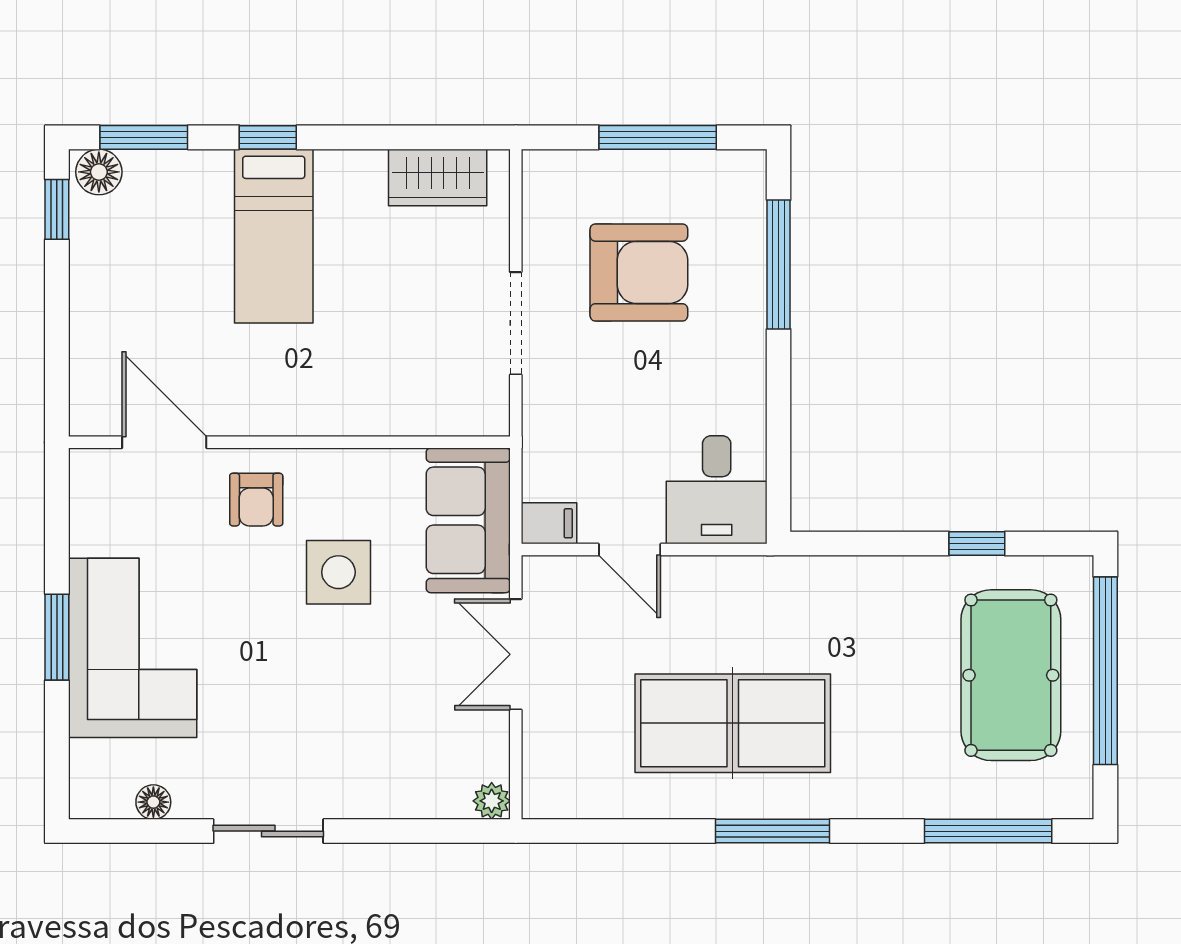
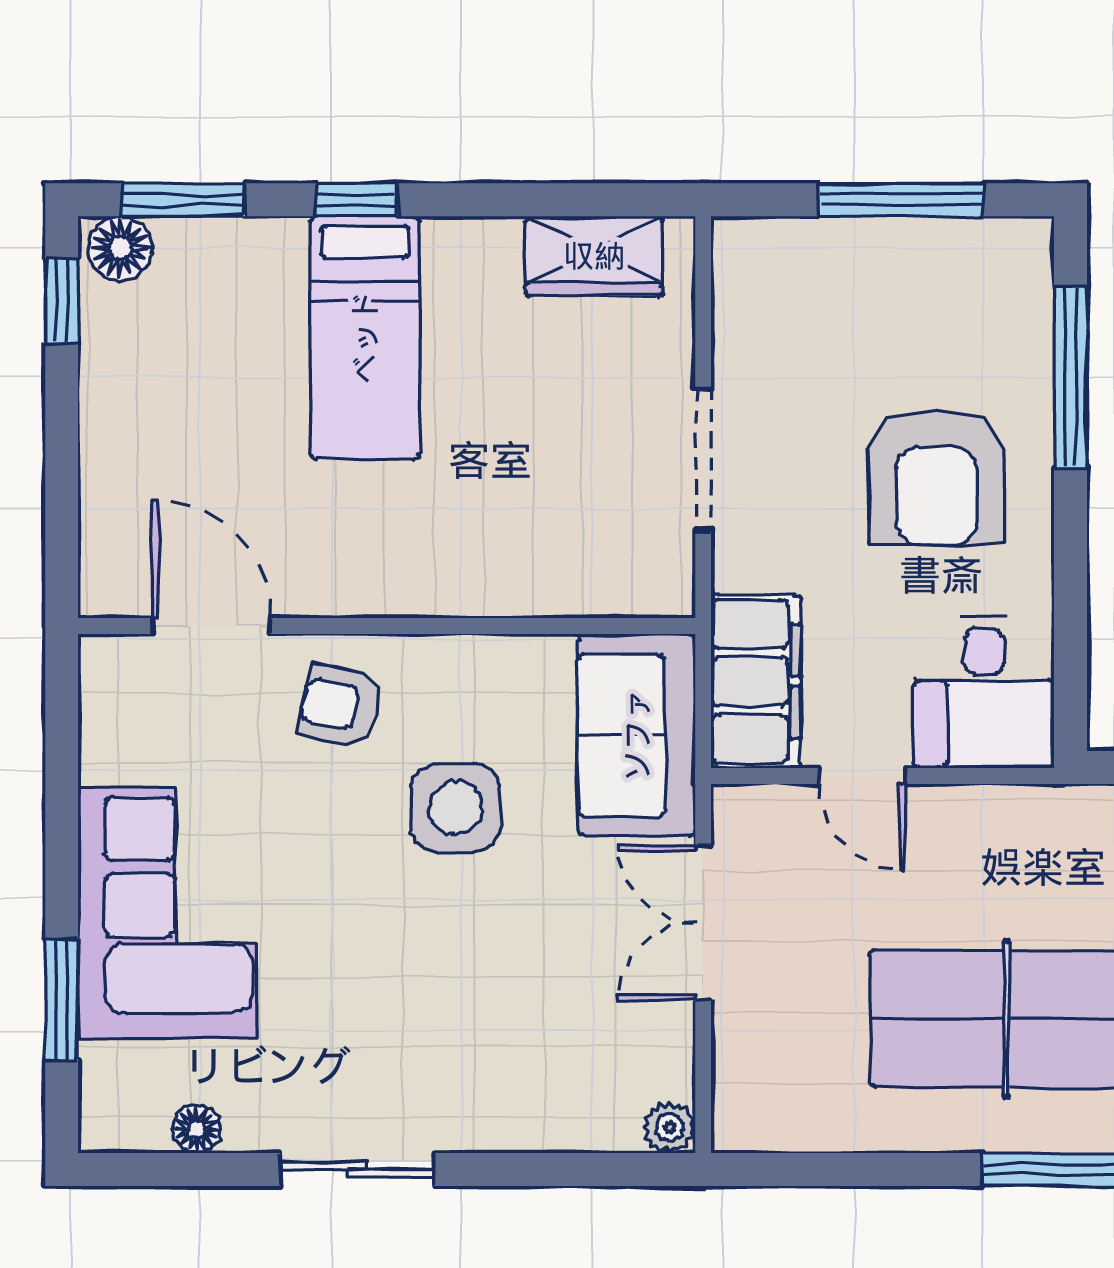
armchair: (639, 272) -> (936, 476), moved, turned 90
armchair: (256, 500) -> (340, 706), turned 102
filing cabinet: (549, 523) -> (756, 681), width x3.00, depth x1.17
window: (57, 637) -> (62, 1000), moved

